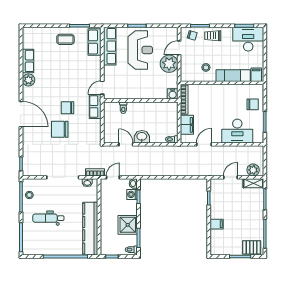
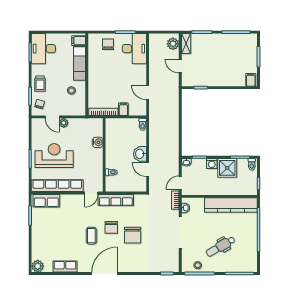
coffee table: (65, 39) -> (91, 236), moved
row of seats: (110, 46) -> (57, 186), width x1.36
plant: (169, 64) -> (64, 123), width x0.53, depth x0.53
plant: (28, 80) -> (38, 266), moved
door: (102, 88) -> (91, 193), hinge flipped
water cooler: (173, 94) -> (98, 142), moved
row of seats: (95, 107) -> (116, 200), width x1.48
door: (21, 114) -> (105, 274), moved
filing cabinet: (187, 125) -> (123, 109), width x0.50
desk: (237, 131) -> (134, 49), moved
door: (126, 144) -> (148, 170), hinge flipped
door: (113, 177) -> (180, 183), hinge flipped
washing machine: (132, 194) -> (212, 164), moved
dental chair: (48, 218) -> (221, 246), turned 60
filing cabinet: (217, 224) -> (251, 80), moved
pallet: (252, 247) -> (250, 45), removed

